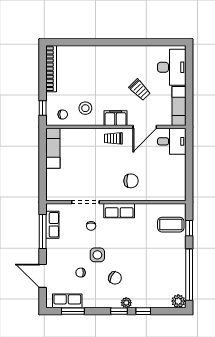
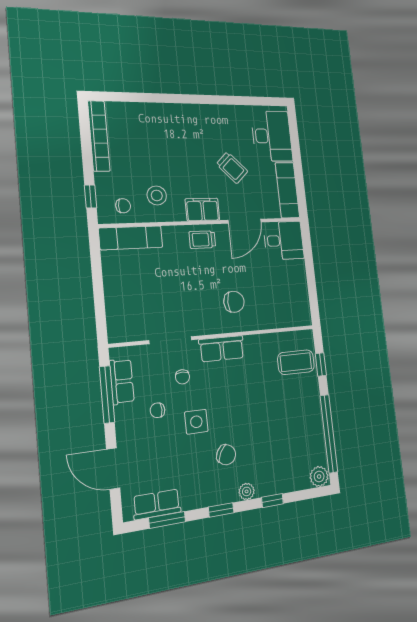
exam couch: (53, 148) -> (131, 238), moved, turned 90
chair: (81, 273) -> (157, 410), moved
window: (119, 311) -> (221, 510), moved

